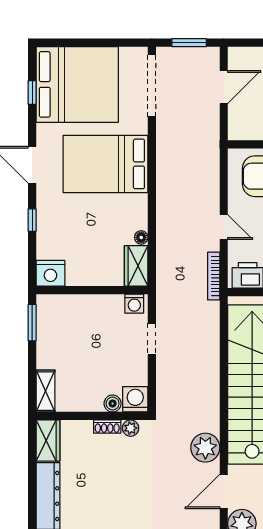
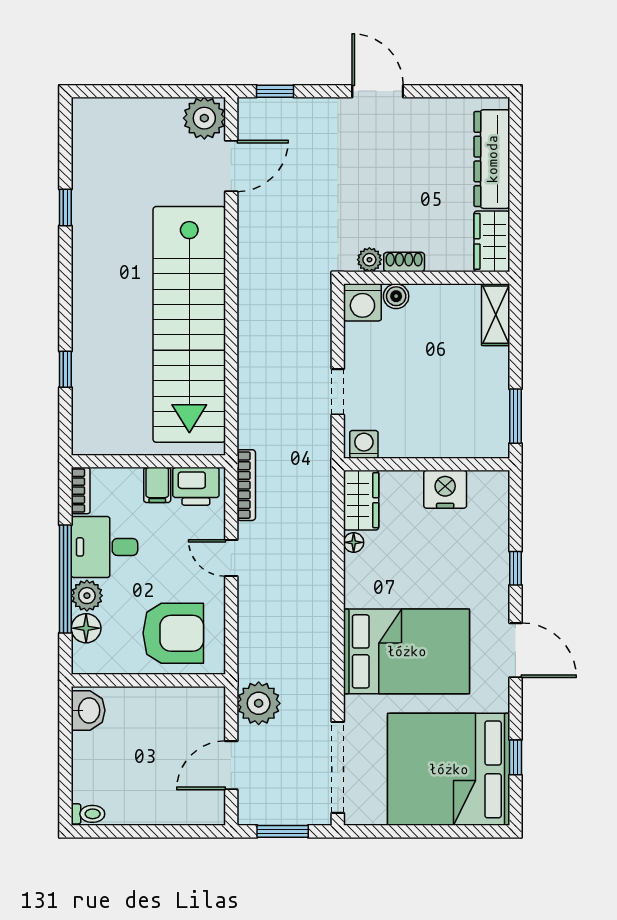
nightstand: (50, 273) -> (445, 489), moved
plant: (205, 448) -> (259, 703), moved

